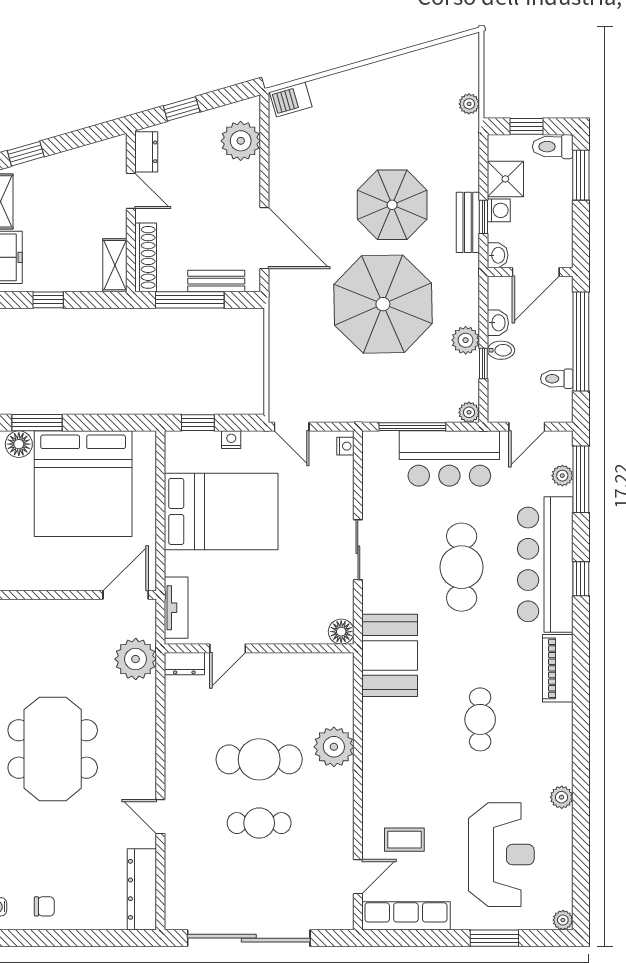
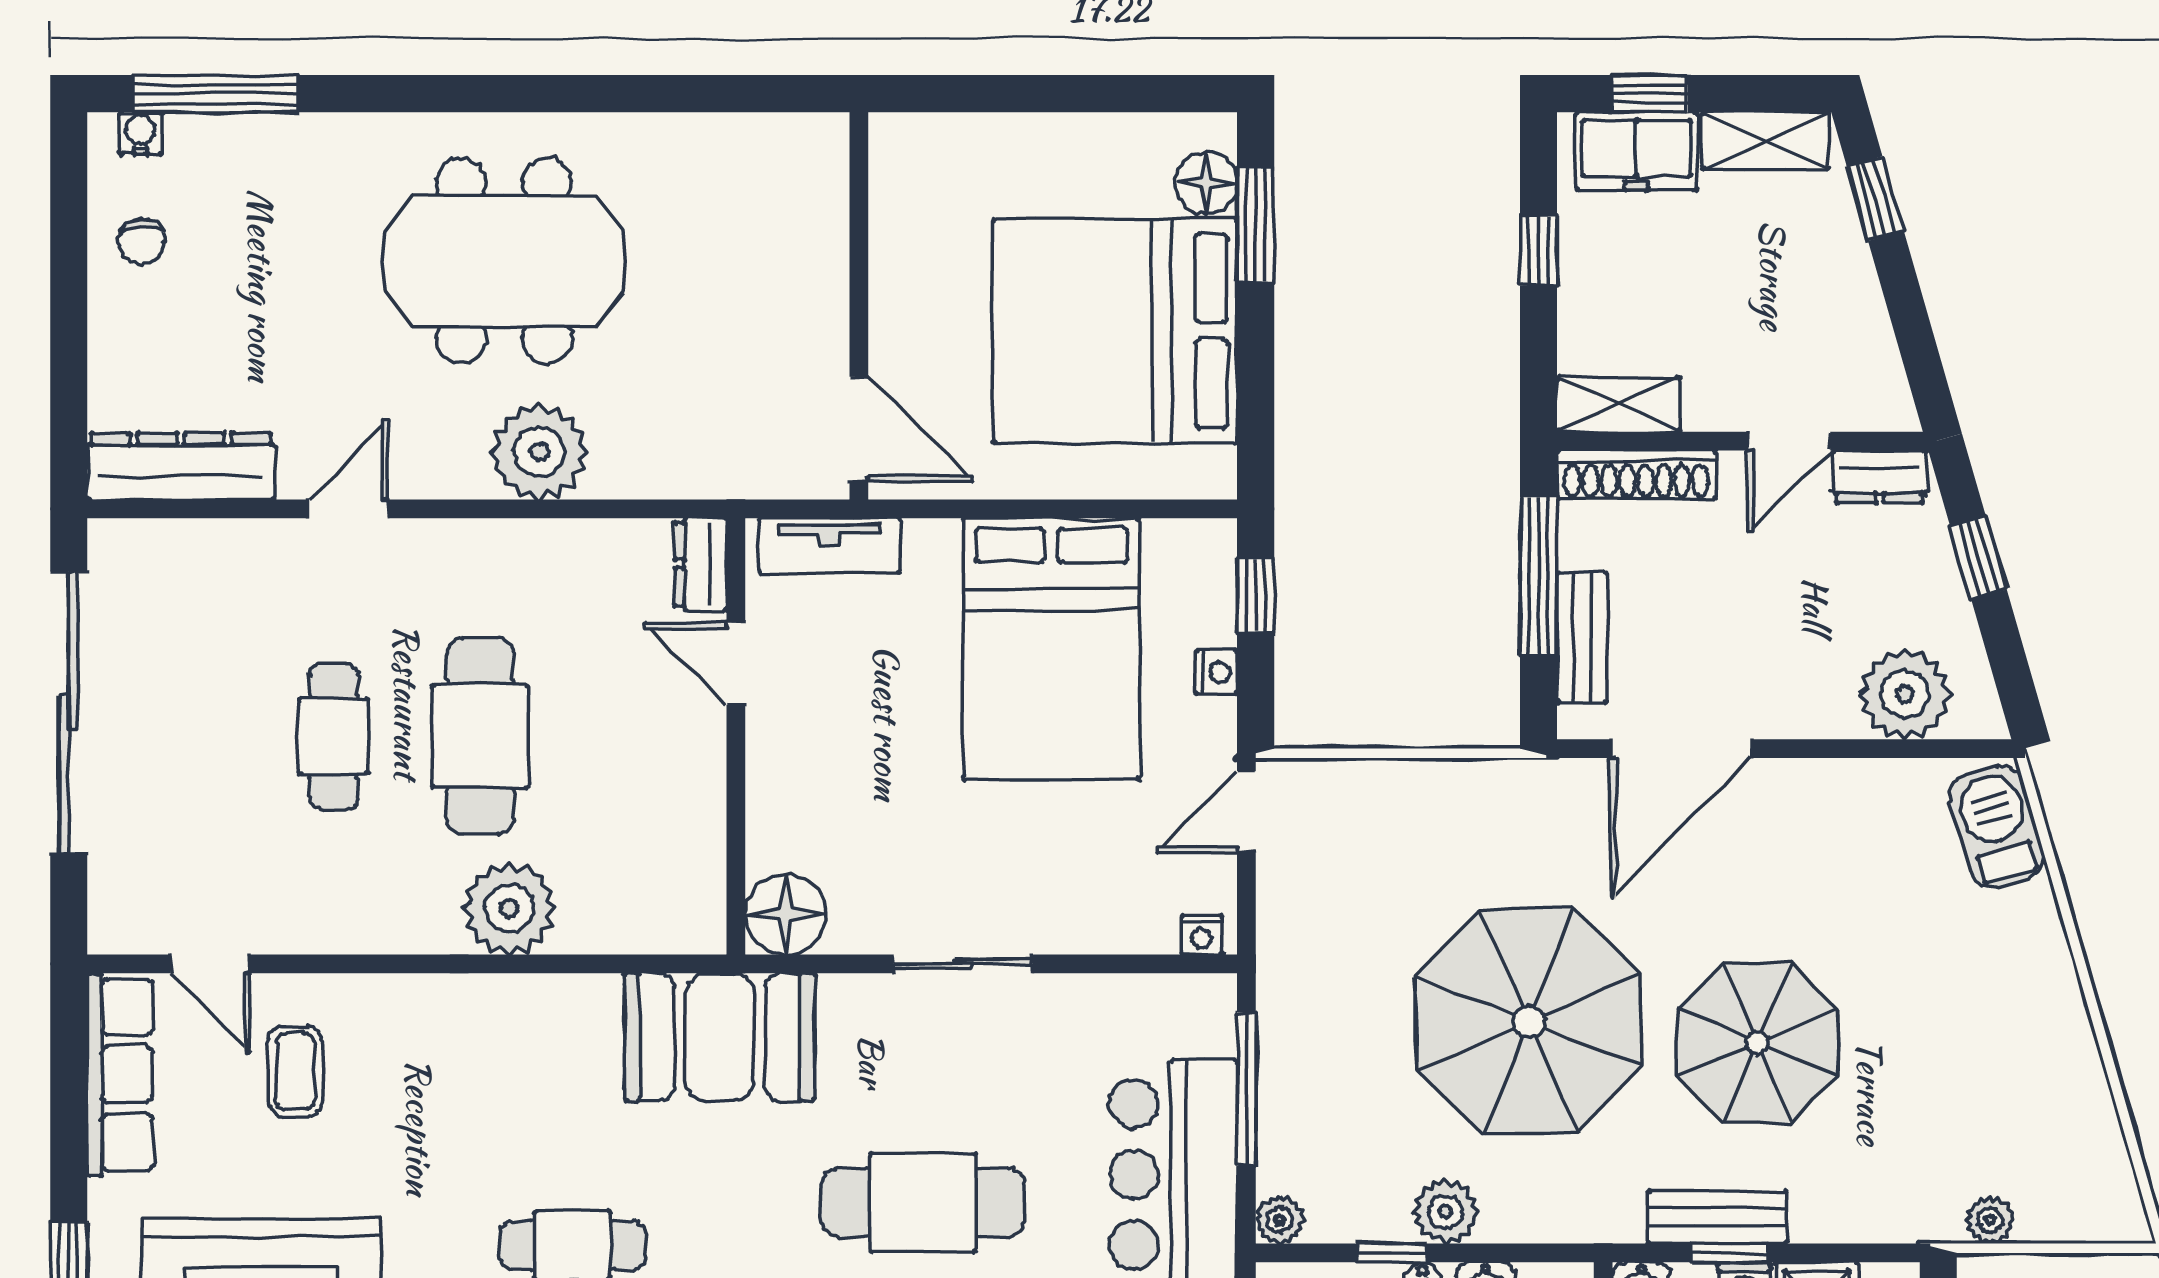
barbecue: (291, 99) -> (1997, 827), width x1.38, depth x1.27
floor lamp: (341, 632) -> (785, 914), width x1.38, depth x1.38
plant: (136, 659) -> (539, 452), moved

